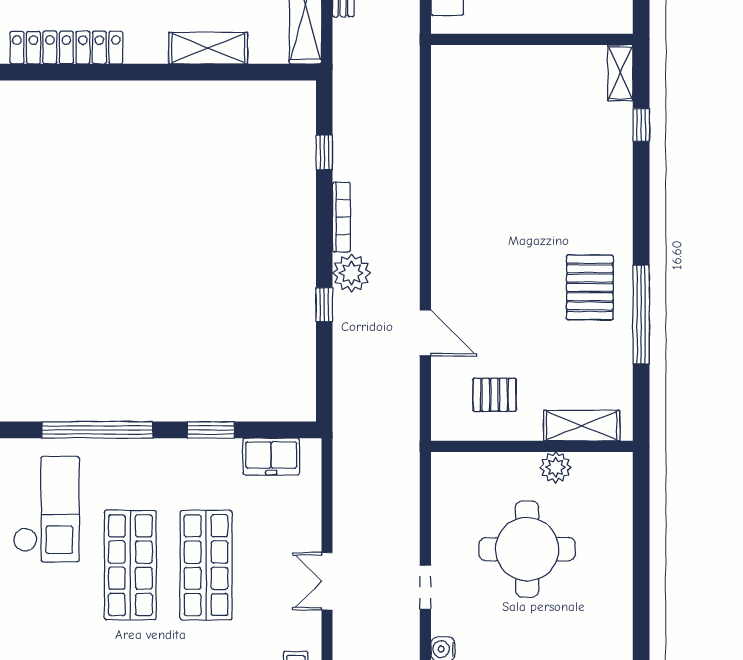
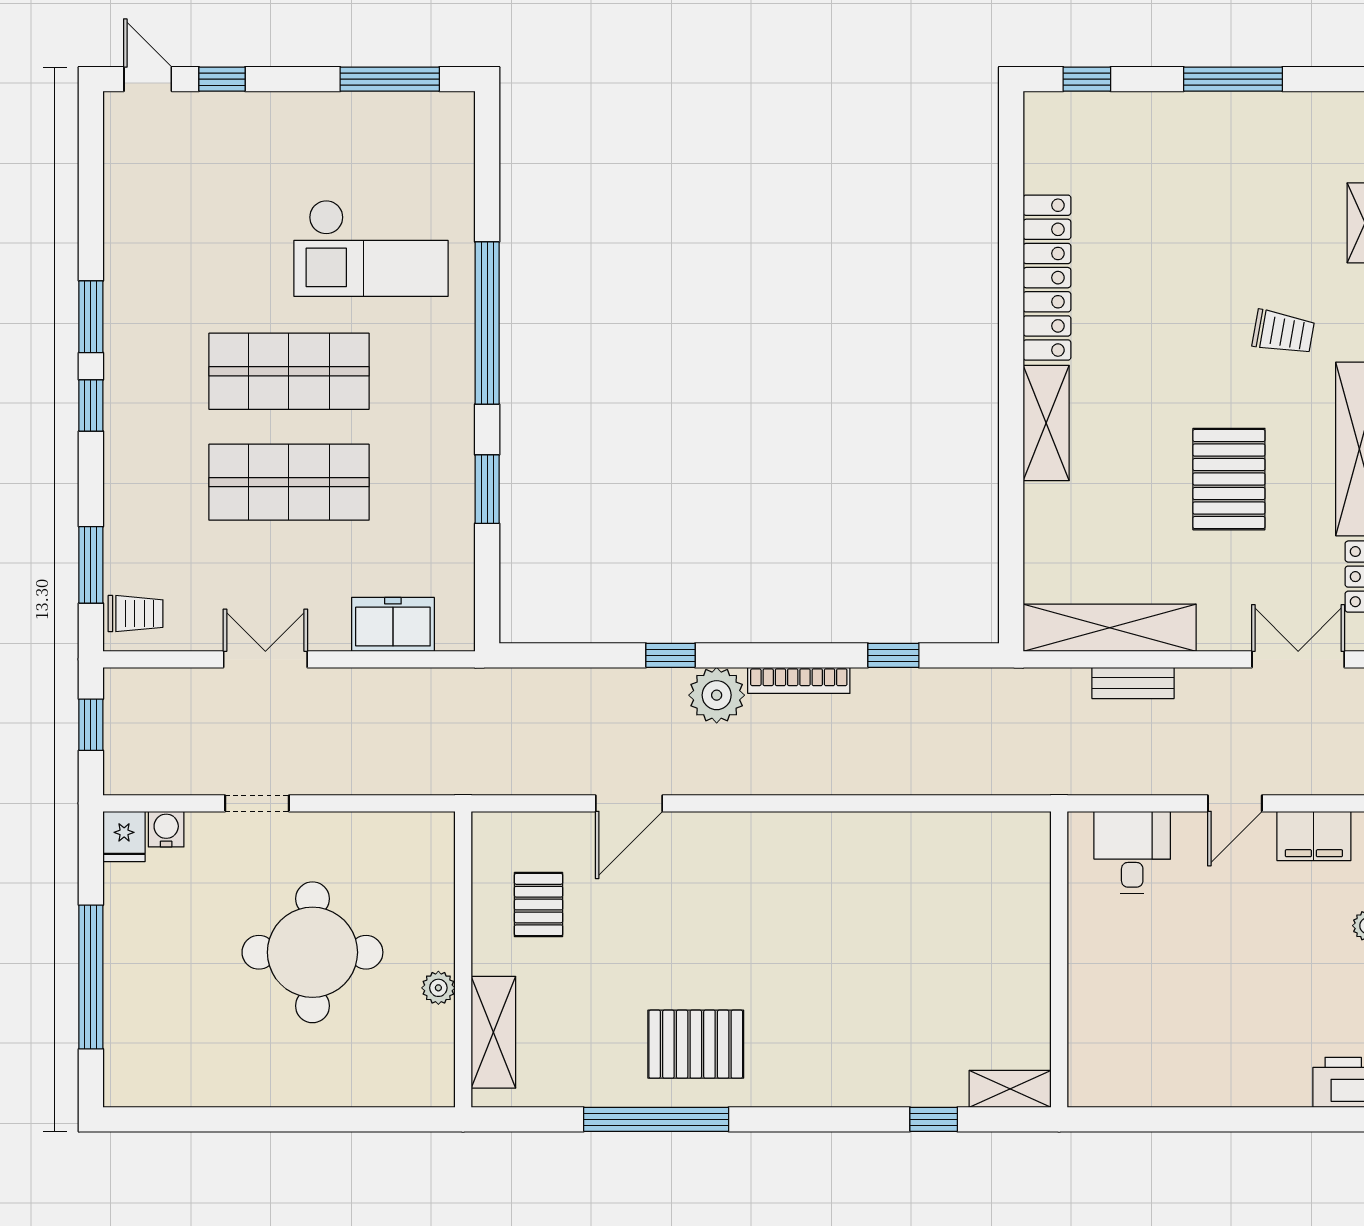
shelving: (208, 48) -> (1046, 423), moved
freezer: (271, 456) -> (393, 624), moved, turned 90
plant: (556, 467) -> (438, 988), width x0.73, depth x0.73

